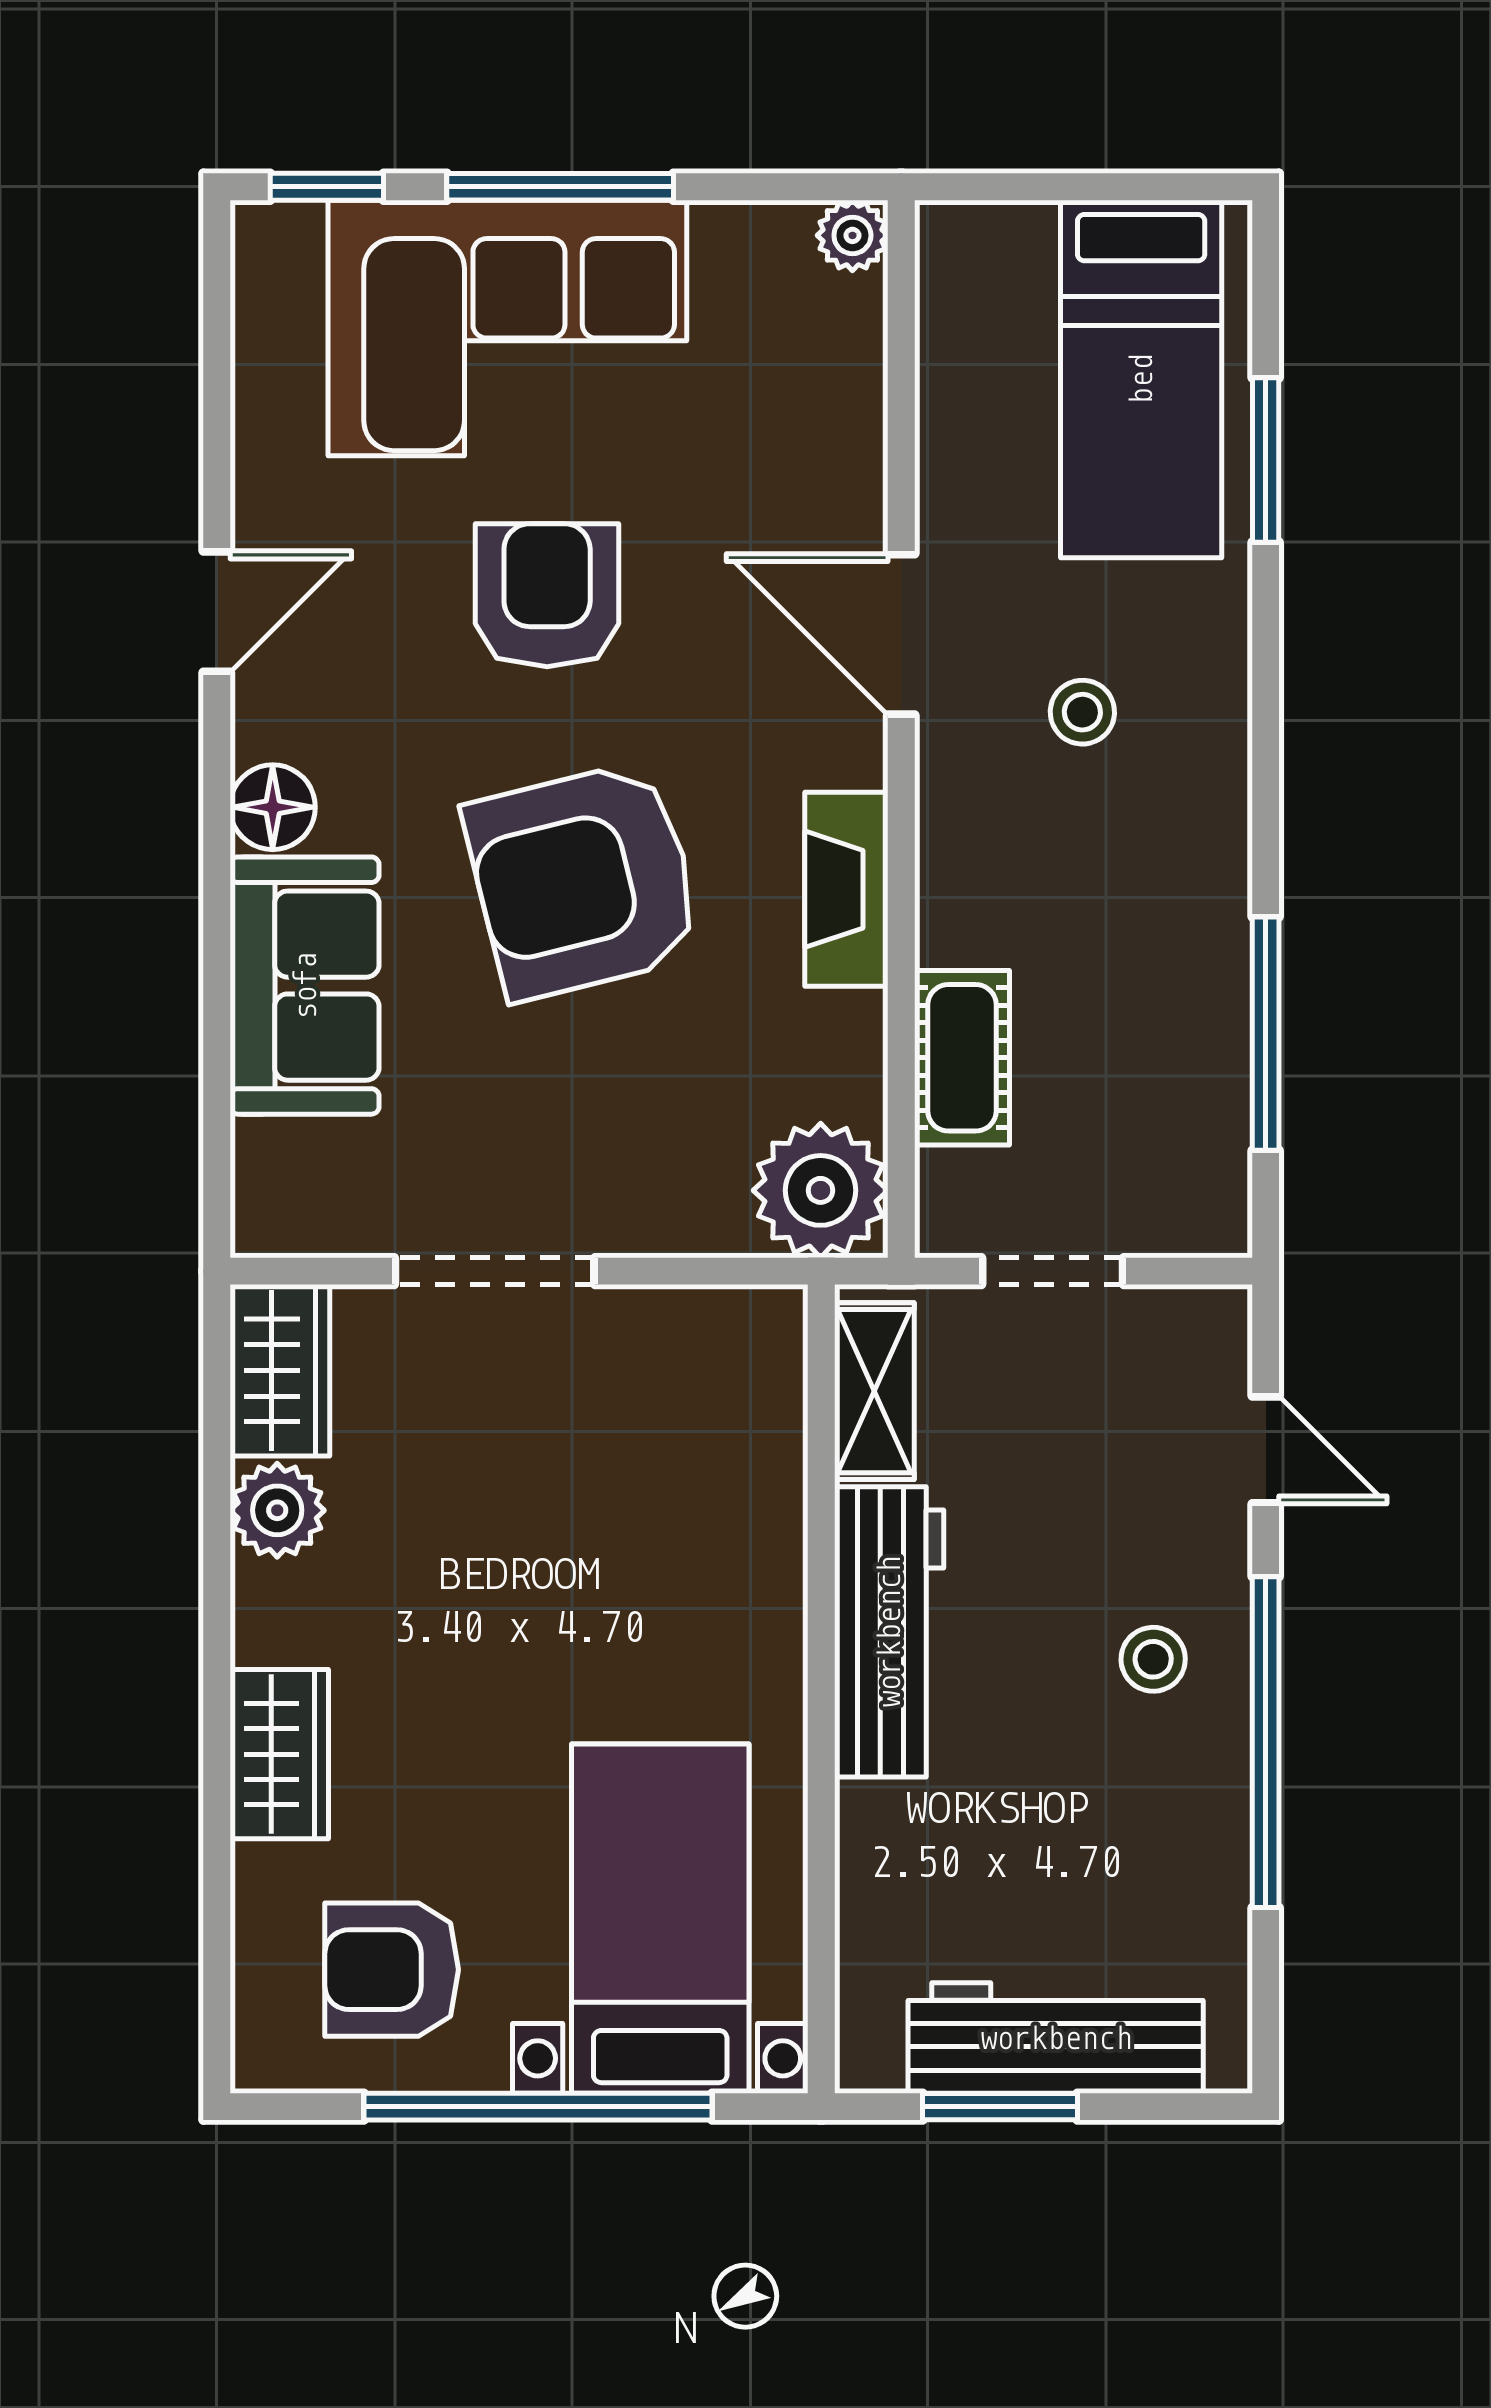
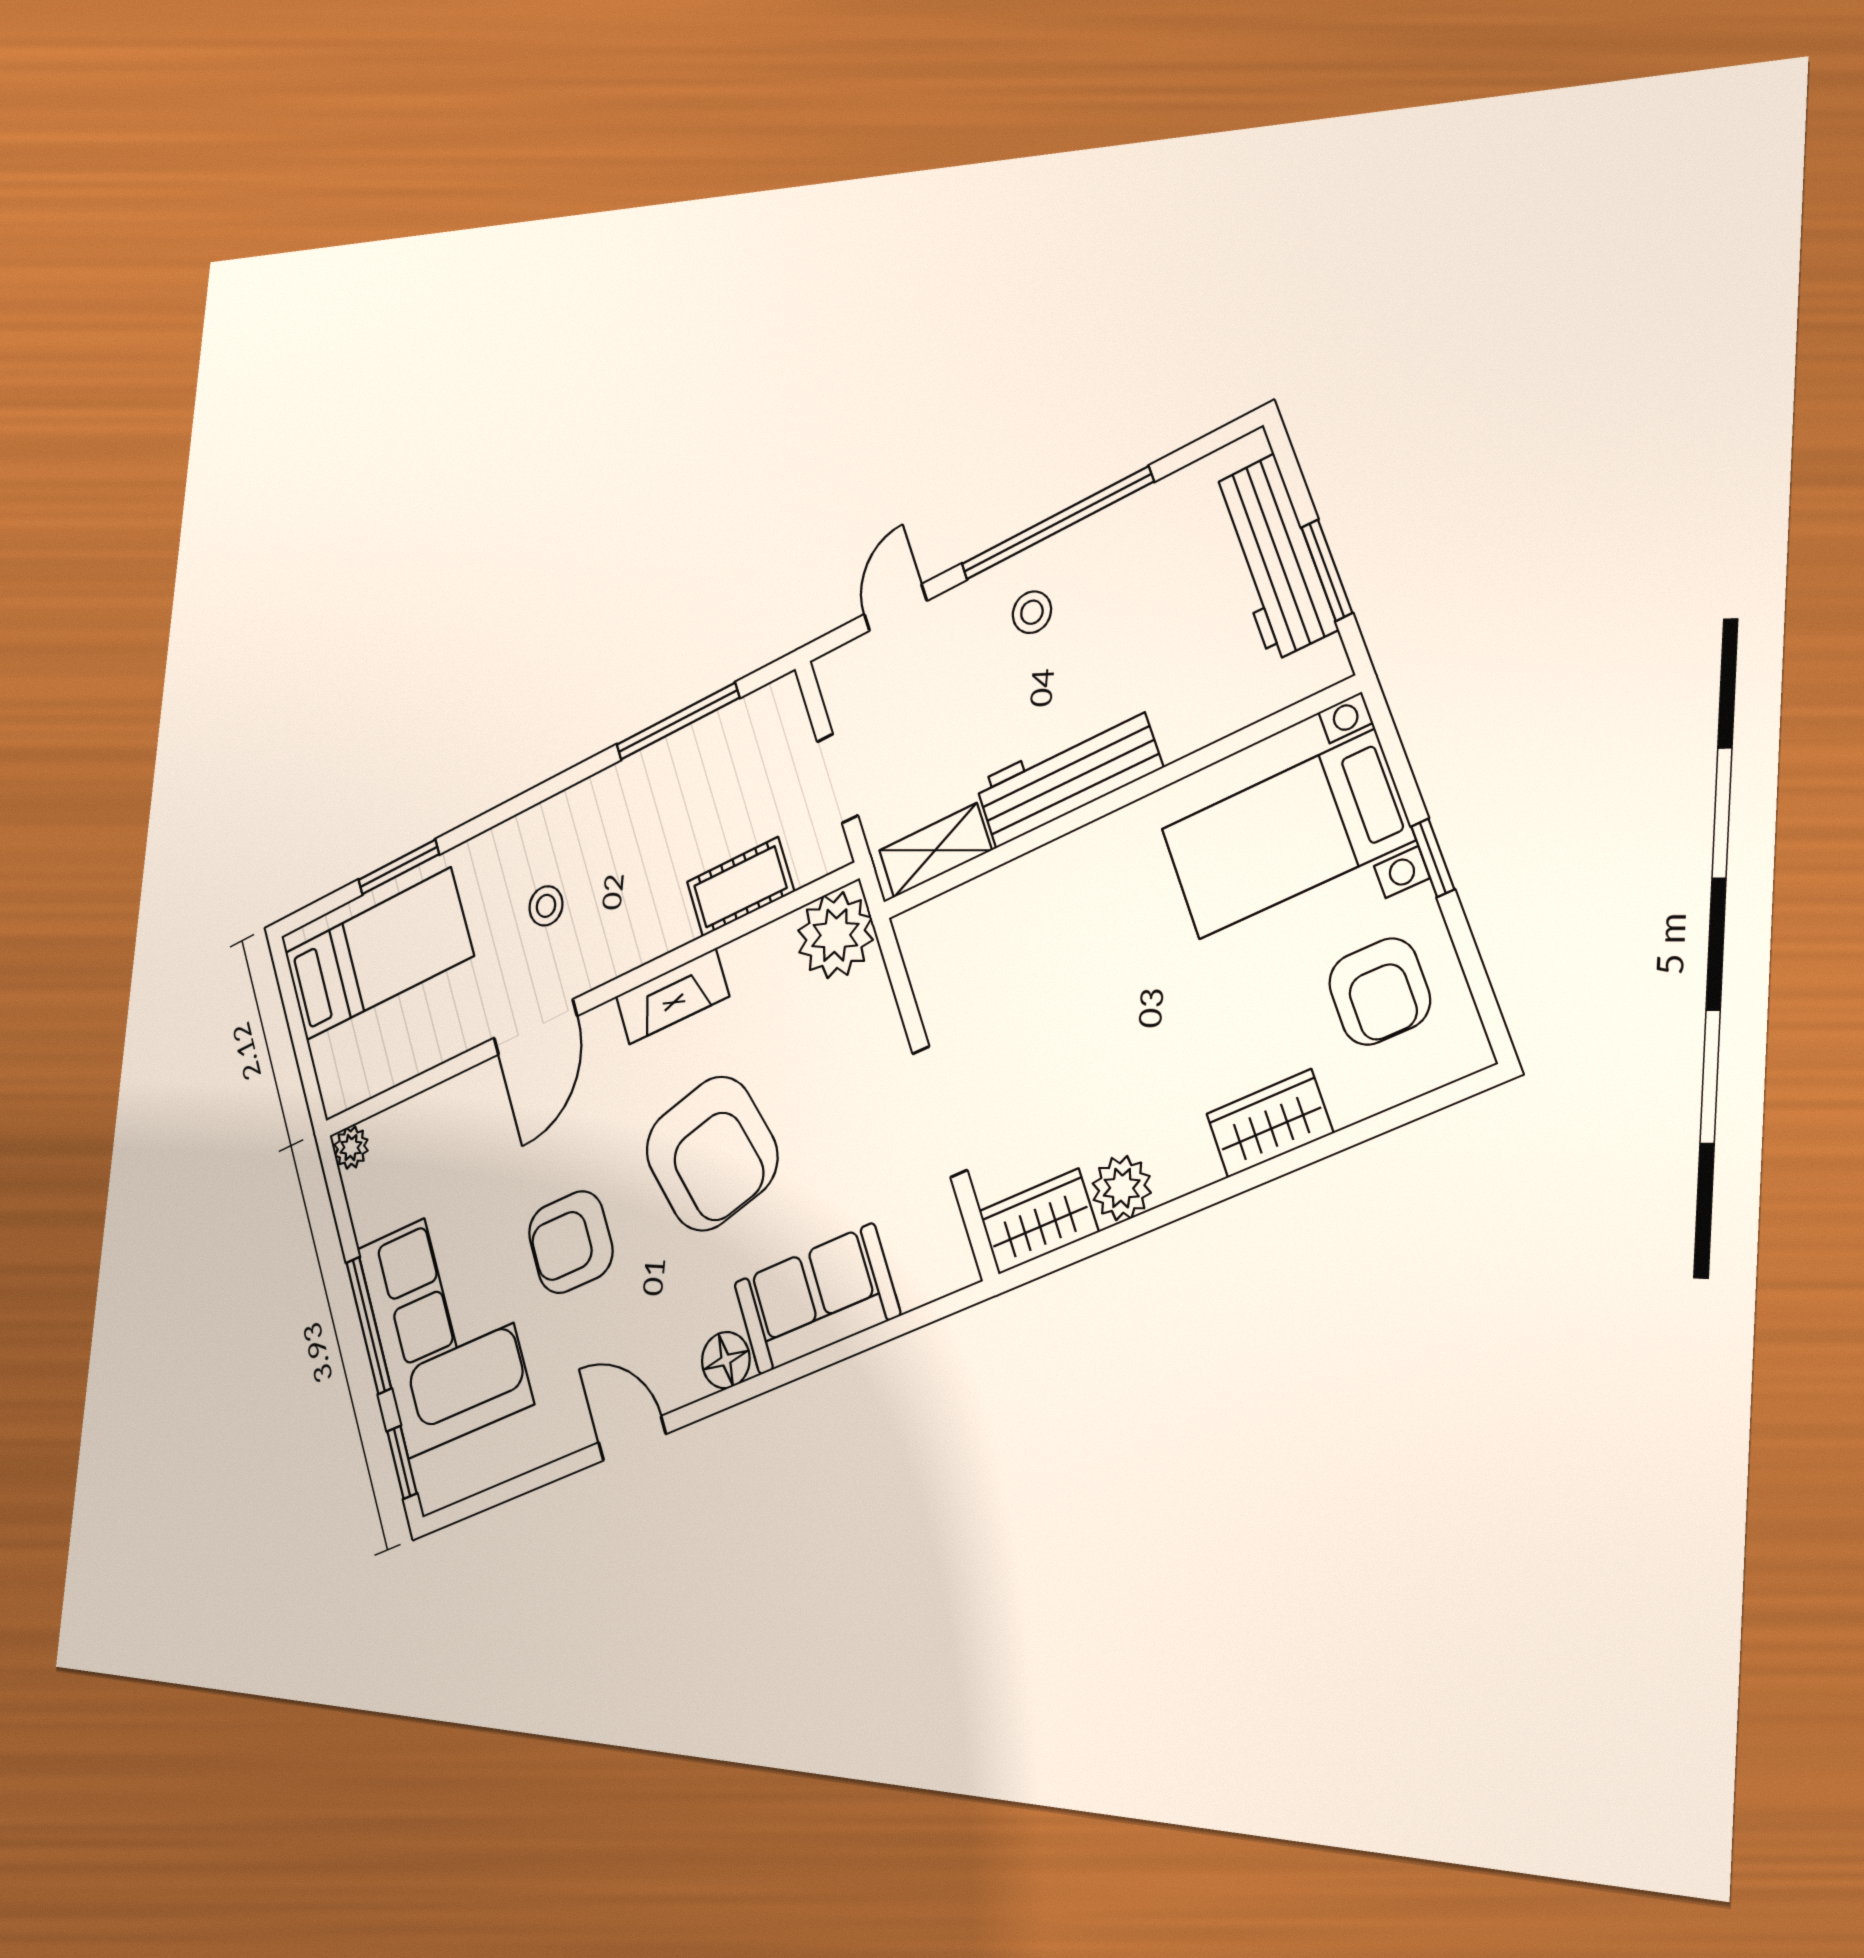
window: (538, 2107) -> (1433, 858), width x0.32

